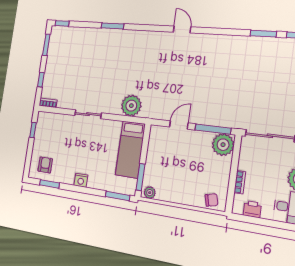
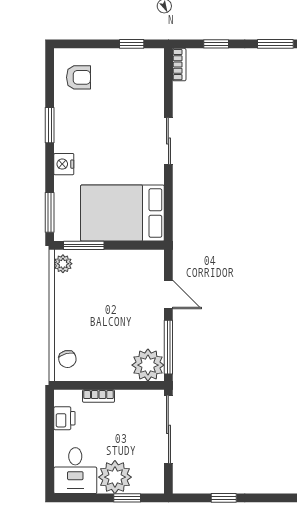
plant: (131, 106) -> (189, 214), removed
bed: (130, 150) -> (122, 213), width x1.50
nightstand: (81, 180) -> (64, 164), moved
window: (50, 184) -> (50, 125), moved

